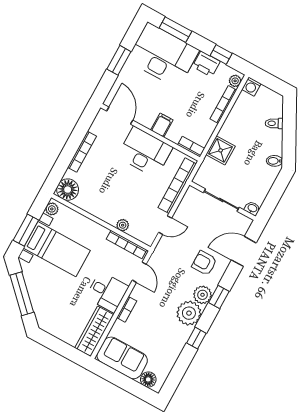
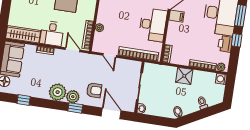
window: (221, 55) -> (237, 40), moved
filing cabinet: (162, 125) -> (176, 16), moved
shower: (221, 150) -> (184, 76), moved
armchair: (204, 263) -> (94, 90), turned 90
door: (139, 272) -> (73, 50), swing flipped
window: (196, 338) -> (24, 100), moved

